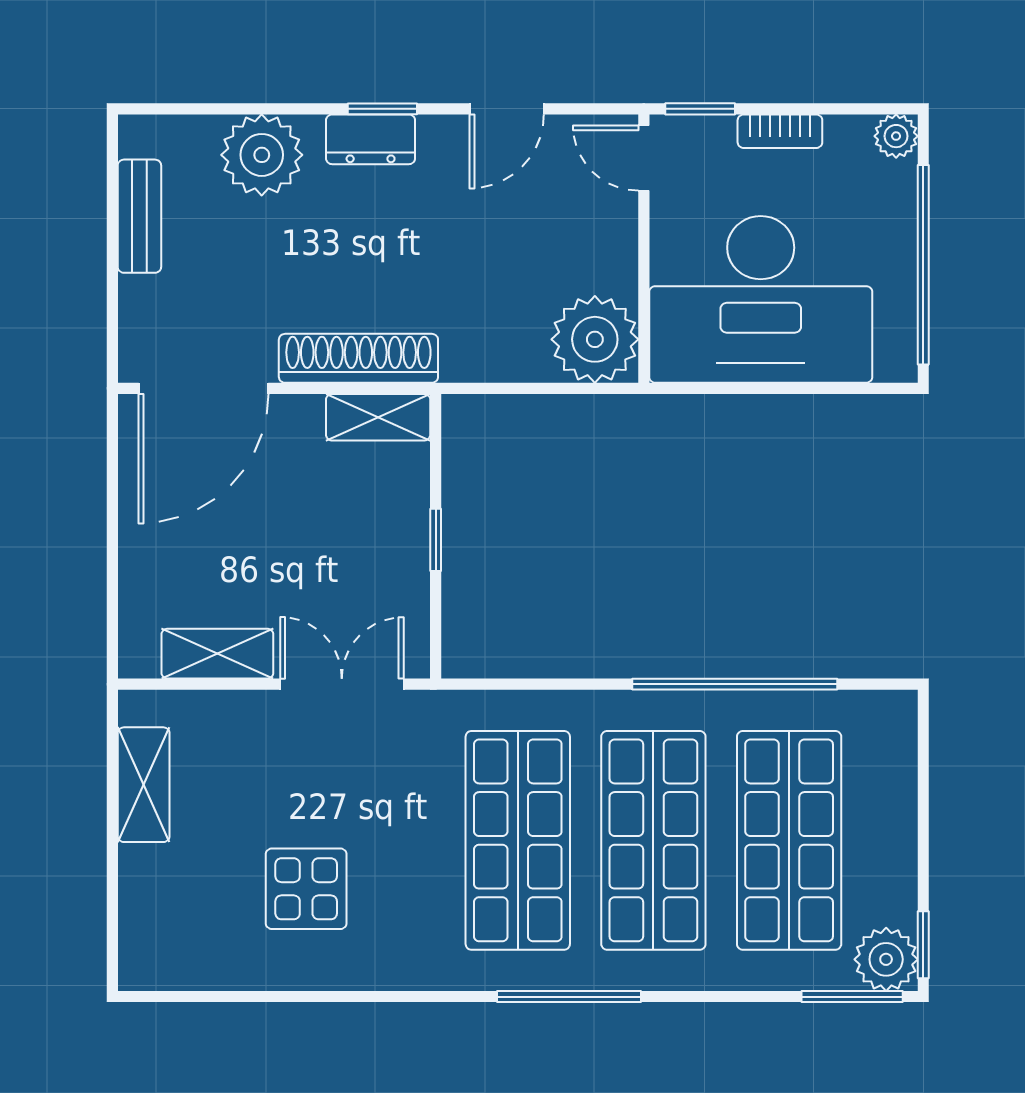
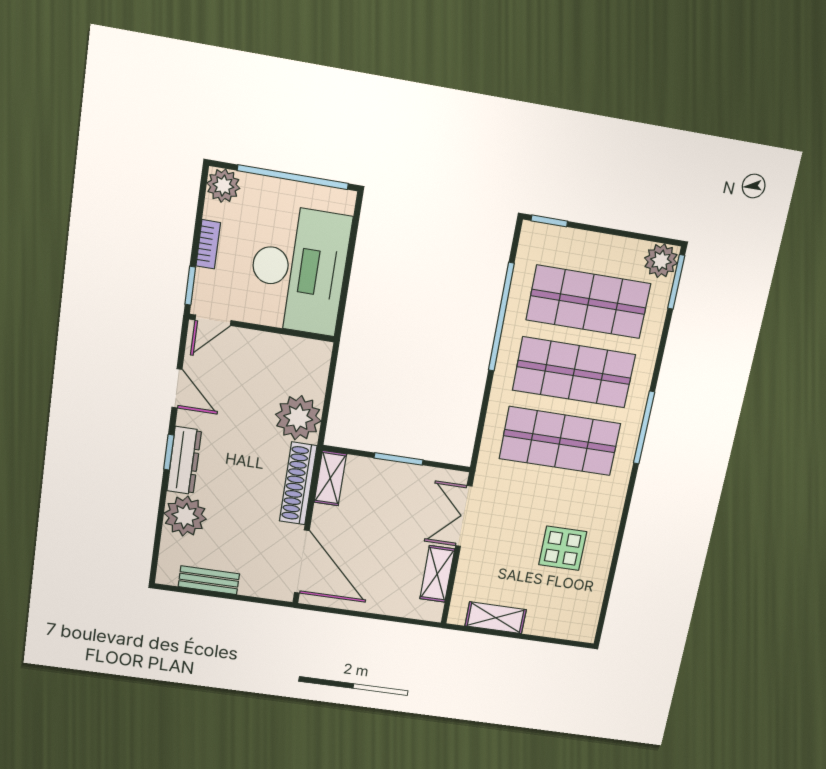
plant: (896, 136) -> (223, 186), width x1.38, depth x1.38
dresser: (371, 139) -> (184, 461), width x1.44
plant: (595, 339) -> (298, 418), moved
window: (436, 540) -> (399, 459), width x1.50
window: (923, 945) -> (549, 221), moved

